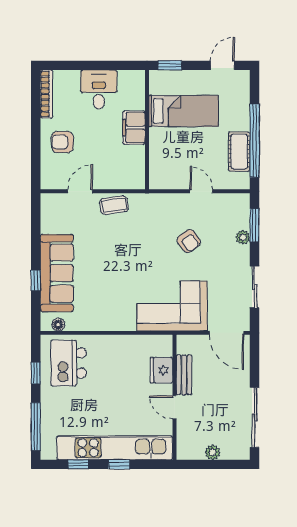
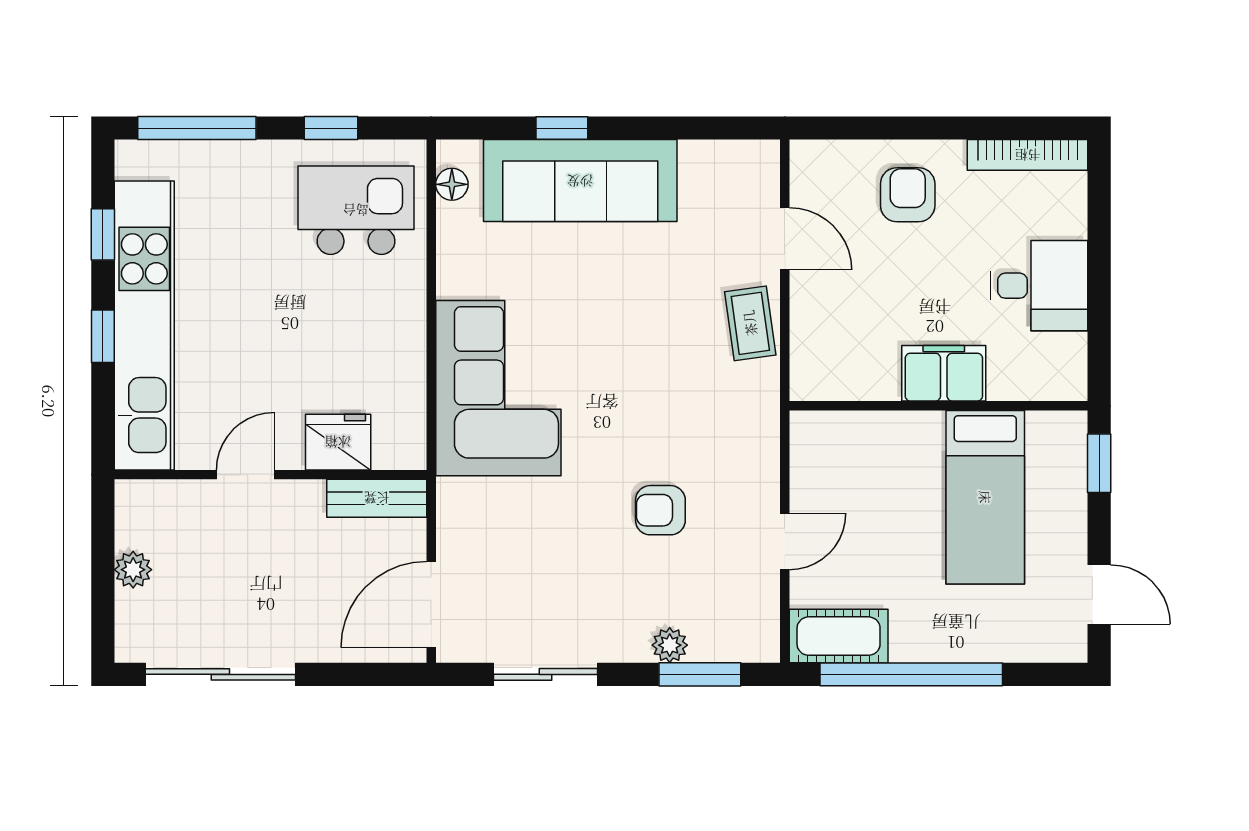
cot: (239, 152) -> (839, 636), moved
armchair: (189, 241) -> (660, 510), turned 36
corner sofa: (172, 306) -> (498, 388), moved
bench: (184, 375) -> (377, 498), moved

